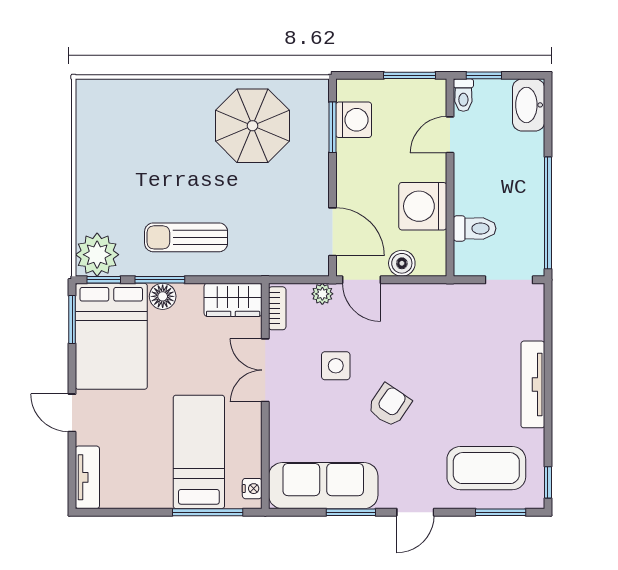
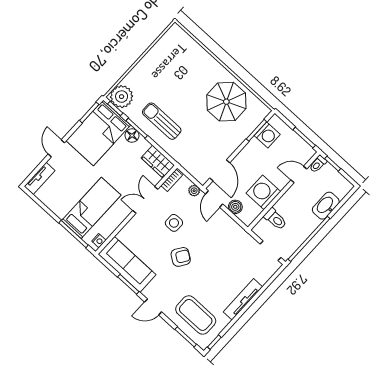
washbasin: (529, 105) -> (326, 206), moved

